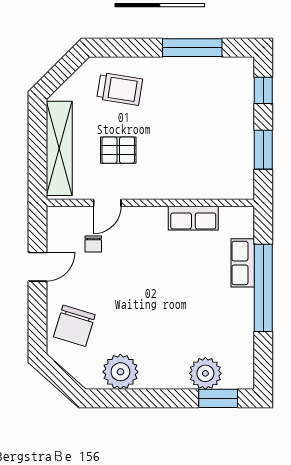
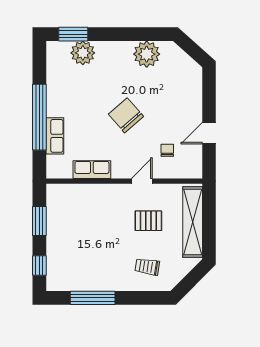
trolley: (120, 89) -> (147, 267), width x0.73, depth x0.72
door: (107, 203) -> (142, 181), moved
chair: (74, 326) -> (126, 115), moved, turned -58

